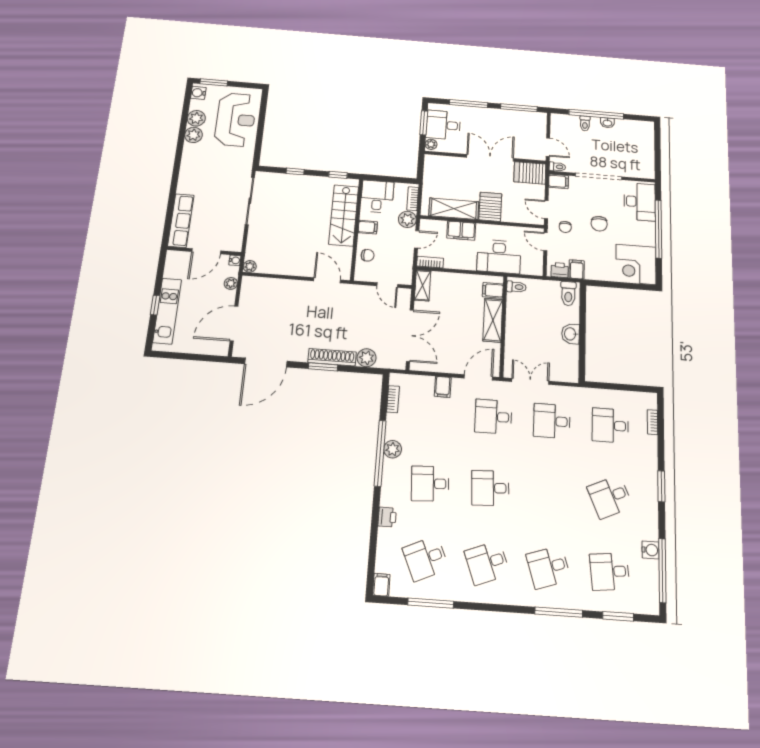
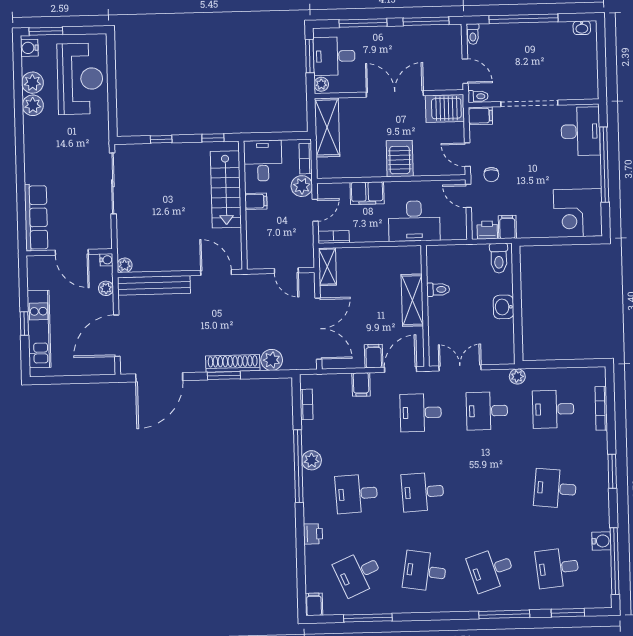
toilet: (585, 123) -> (473, 34), moved
washbasin: (607, 123) -> (582, 28), moved
shelving: (454, 209) -> (327, 127), moved, turned 90
chair: (599, 224) -> (532, 166), removed
door: (206, 251) -> (72, 252), hinge flipped
chair: (368, 255) -> (260, 237), removed
bench: (272, 285) -> (154, 285), added
toilet: (516, 287) -> (438, 289), moved
filing cabinet: (493, 290) -> (374, 356), moved, turned 90
plant: (580, 394) -> (517, 376), added
bookcase: (652, 422) -> (601, 408), width x1.56
desk: (610, 497) -> (555, 488), turned 30
desk: (487, 563) -> (425, 571), turned 30

